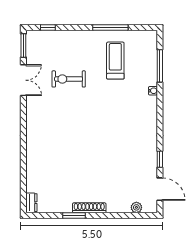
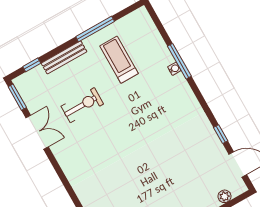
bench: (75, 36) -> (64, 57), added
window: (160, 66) -> (179, 61), moved
exercise bike: (69, 79) -> (82, 105), turned 180

